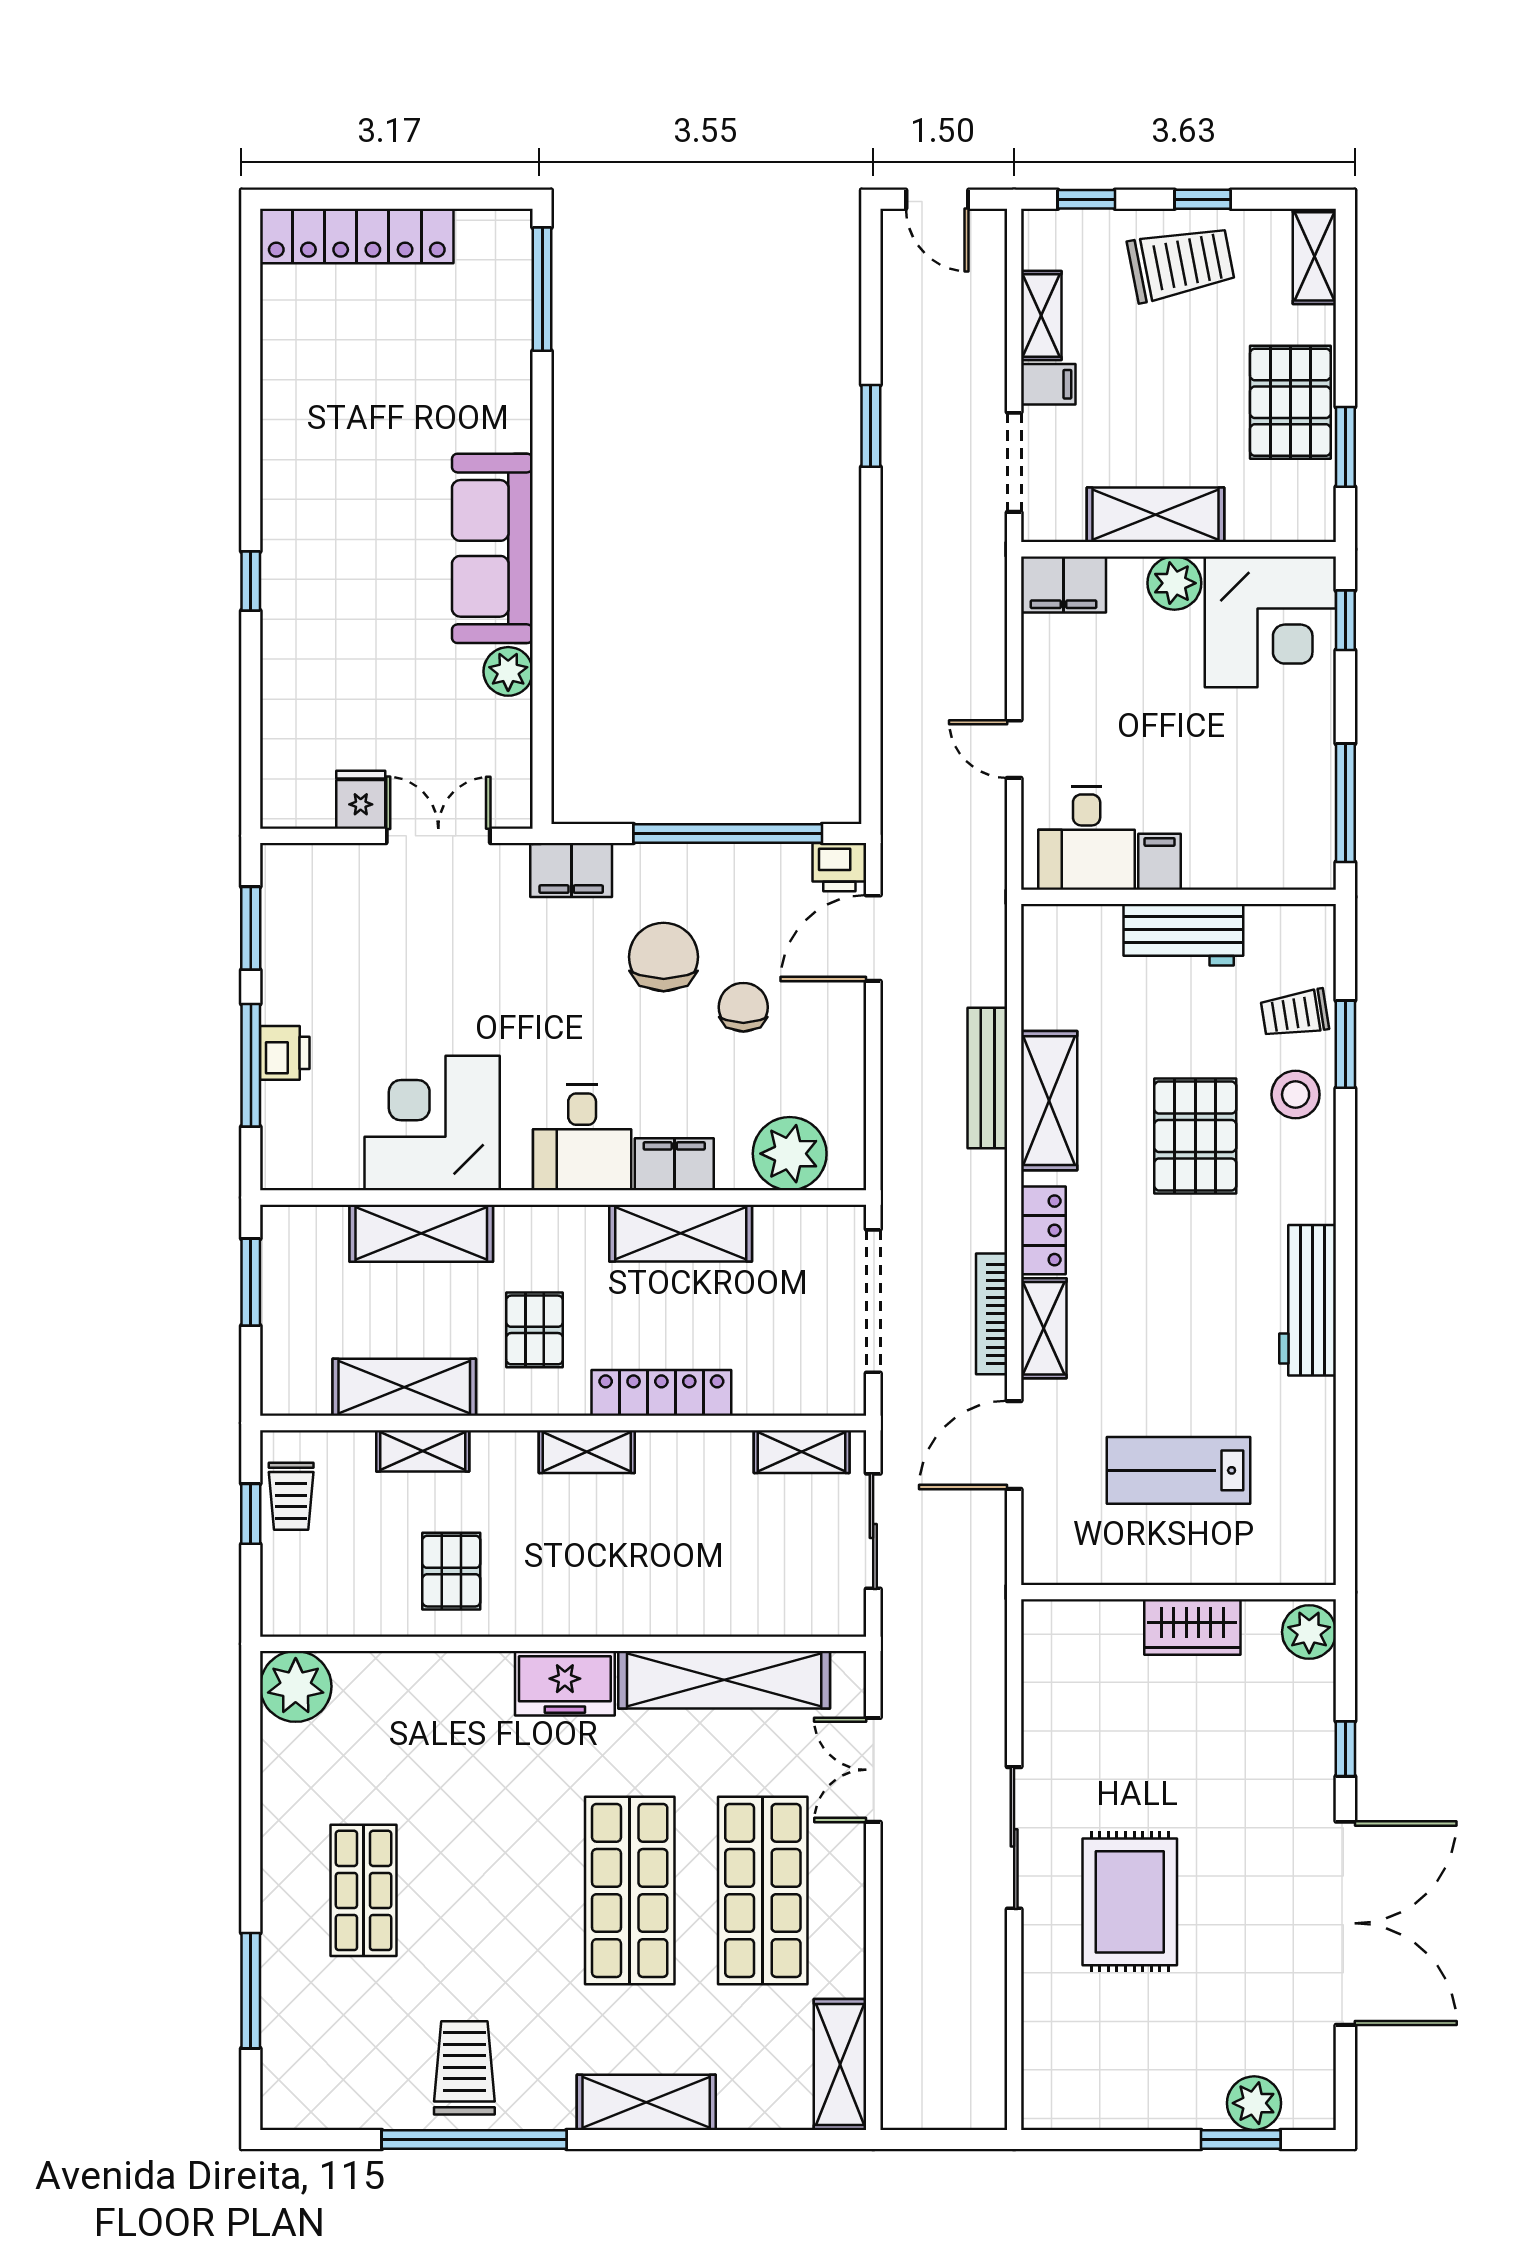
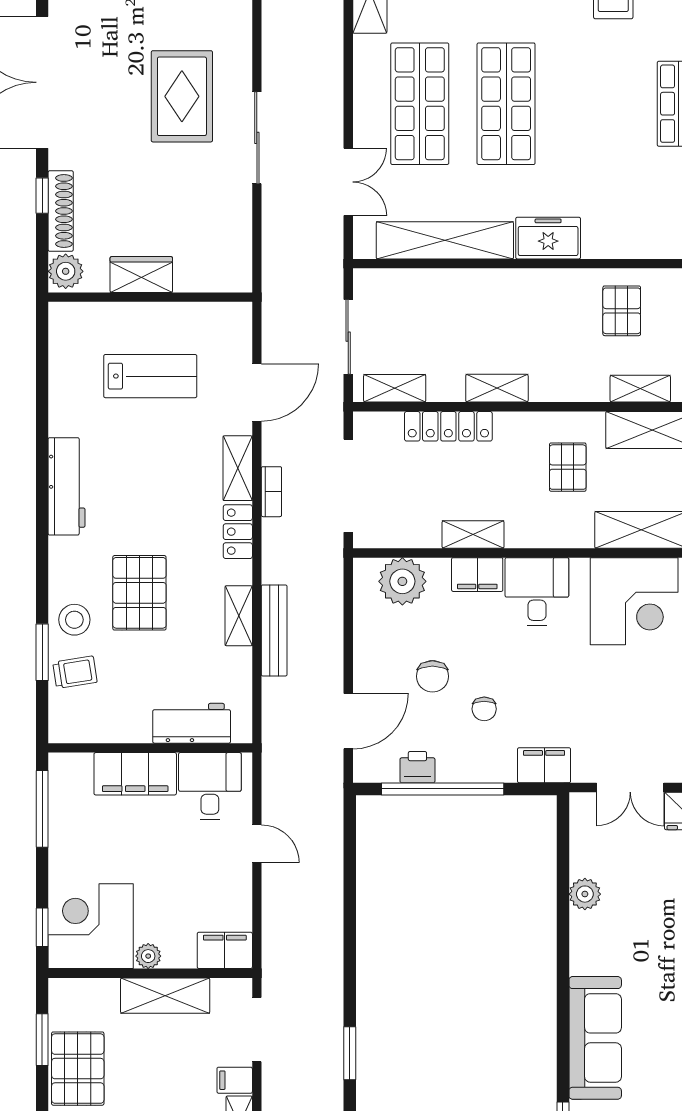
sofa: (492, 548) -> (595, 1038), moved
plant: (1174, 583) -> (148, 956), width x0.73, depth x0.73
filing cabinet: (1160, 862) -> (135, 774), width x3.00, depth x1.17
printer: (839, 867) -> (417, 767), moved
workbench: (1183, 935) -> (192, 723), moved
chair: (664, 957) -> (484, 709), width x0.54, depth x0.54
shelving: (1049, 1101) -> (239, 616), width x0.67, depth x0.75
shelving: (681, 1233) -> (473, 535), width x0.67, depth x0.75
bookcase: (992, 1314) -> (271, 492), width x0.64
locker: (661, 1393) -> (448, 426), moved
shelving: (587, 1452) -> (497, 388), moved
shoe rack: (1317, 1725) -> (61, 211), added

